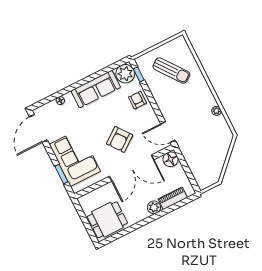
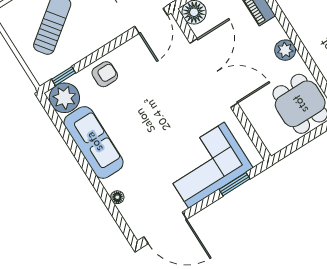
armchair: (137, 100) -> (105, 74), turned 180
armchair: (120, 139) -> (170, 97), removed
plant: (154, 207) -> (285, 50), moved

